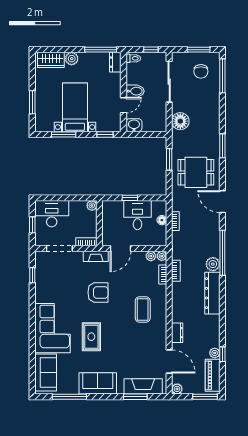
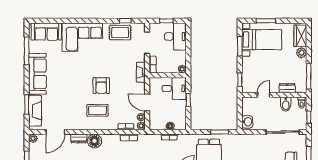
dresser: (115, 62) -> (287, 88), moved
bidet: (135, 91) -> (286, 104), moved
door: (124, 105) -> (263, 95), swing flipped
bed with nightstands: (75, 107) -> (262, 40), moved
floor lamp: (180, 121) -> (94, 141), moved
washbasin: (134, 125) -> (247, 122), moved
desk: (137, 215) -> (174, 88), moved
door: (120, 249) -> (147, 103), moved
armchair: (98, 292) -> (101, 86), moved
rug: (91, 337) -> (120, 32), moved
sofa: (98, 383) -> (37, 74), width x1.36

